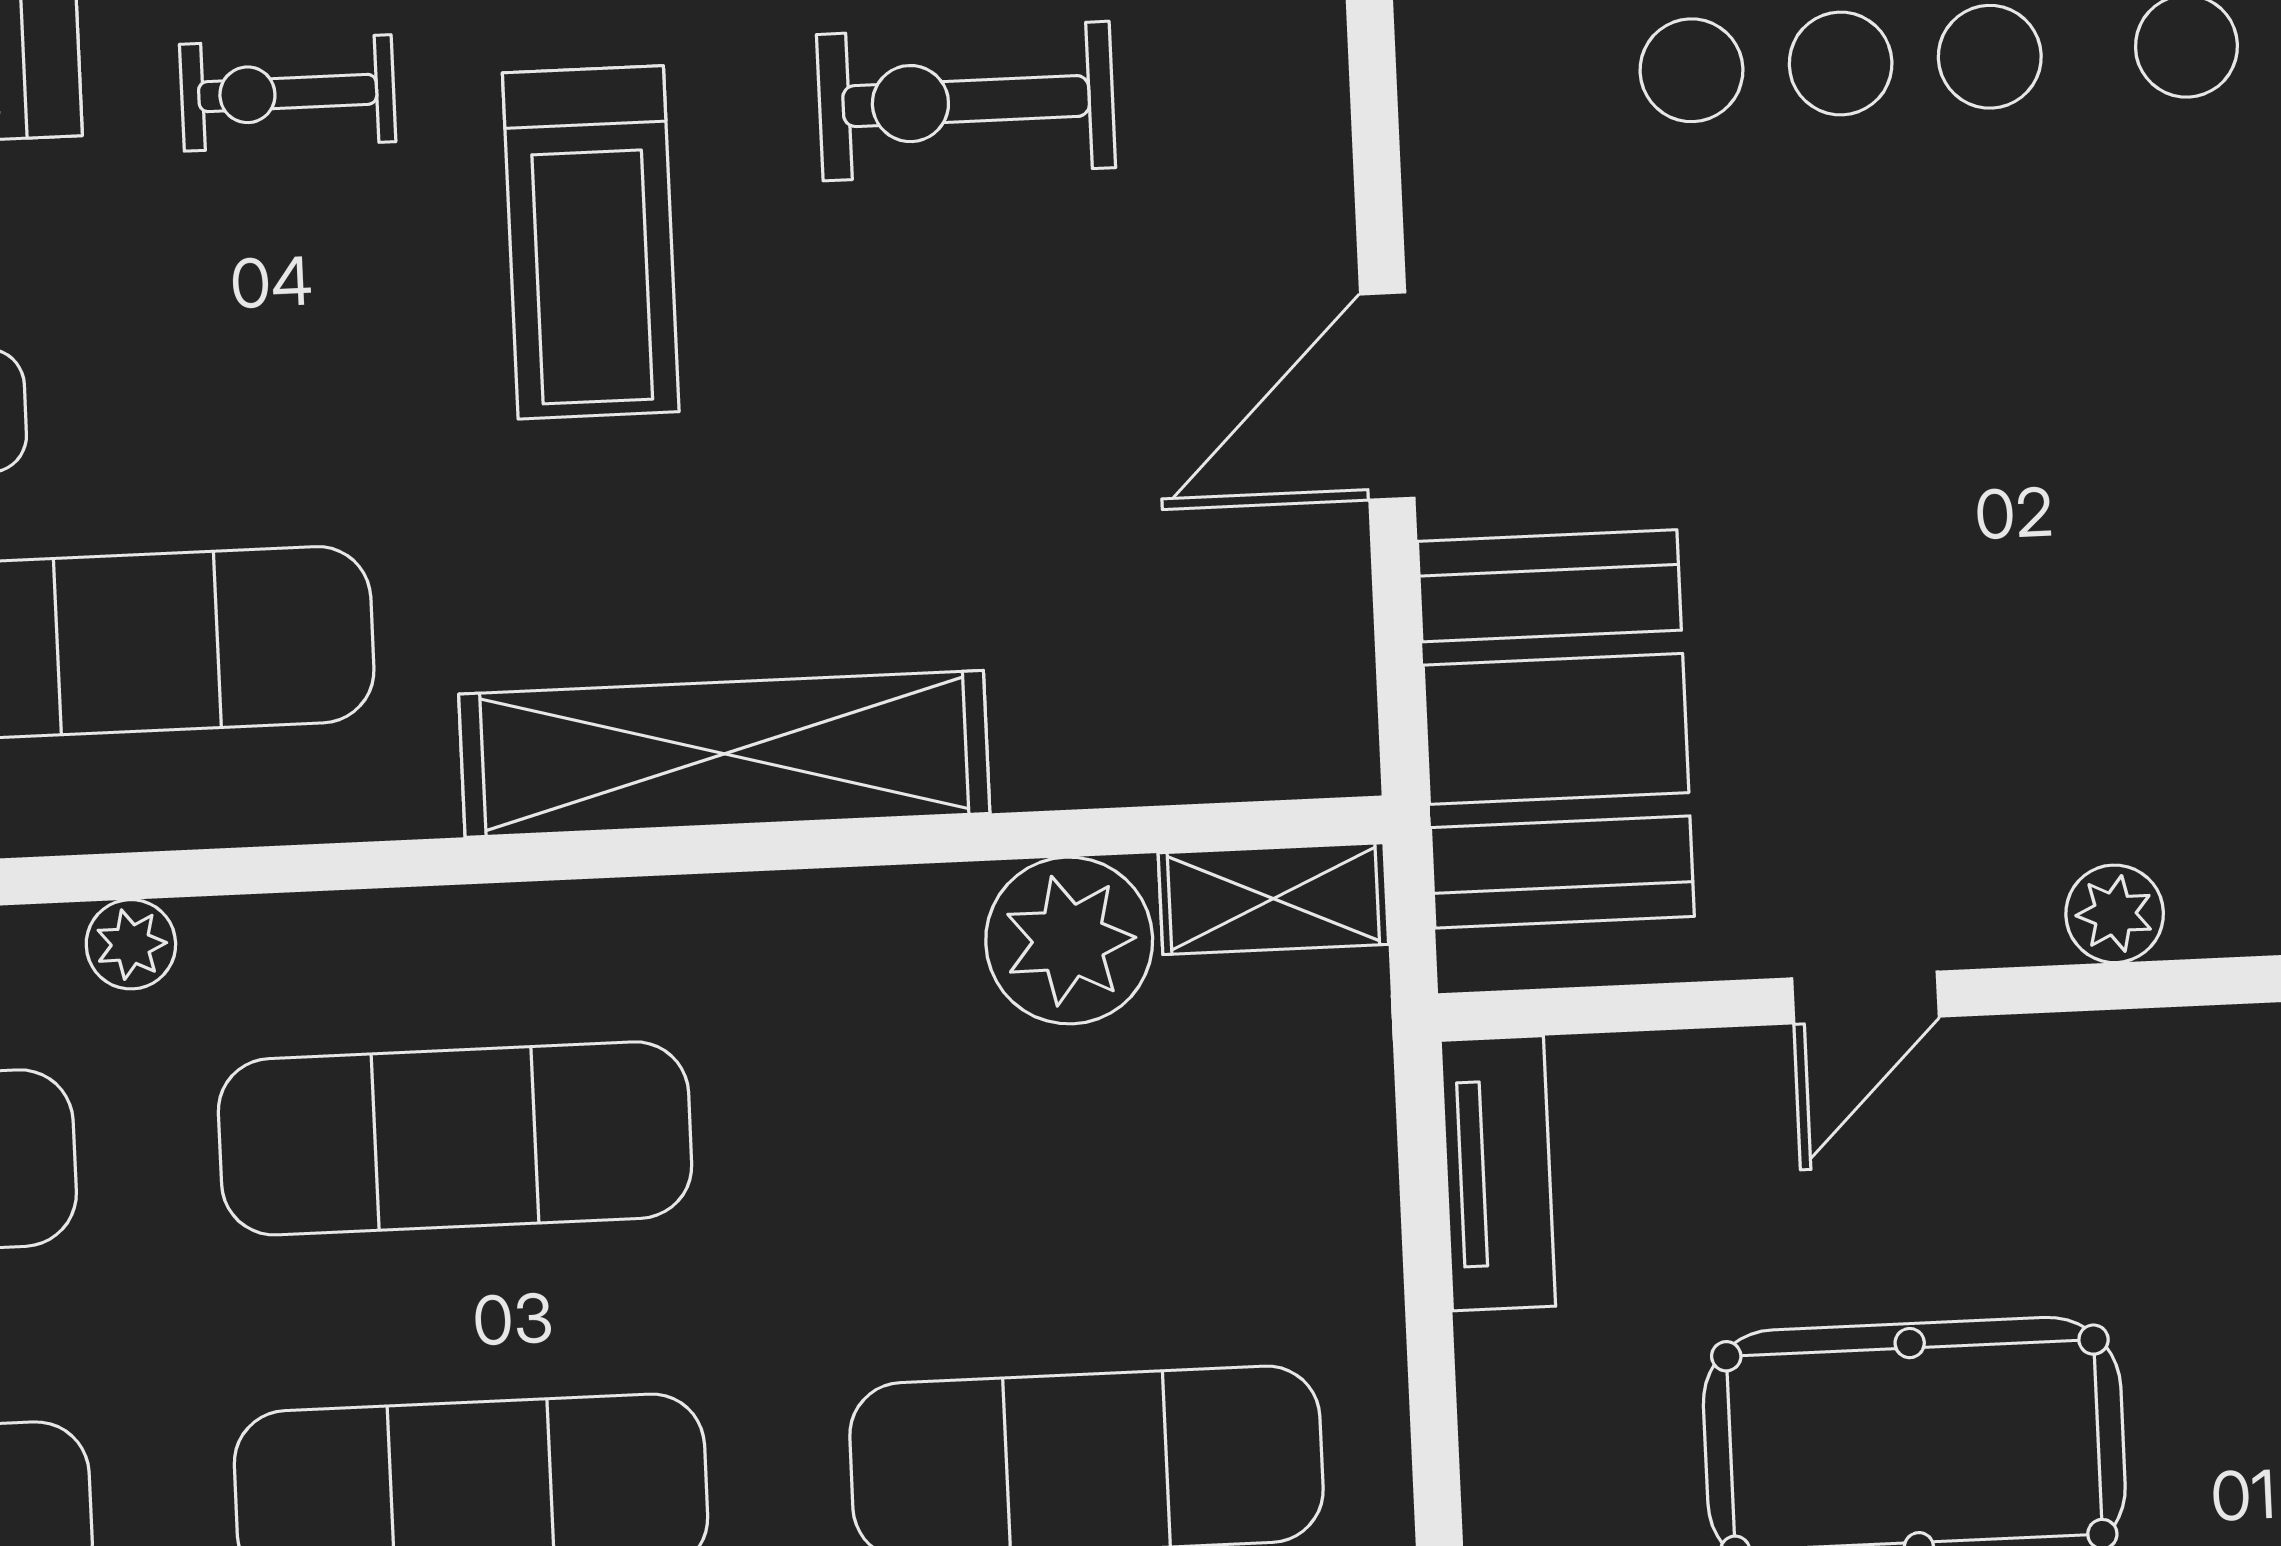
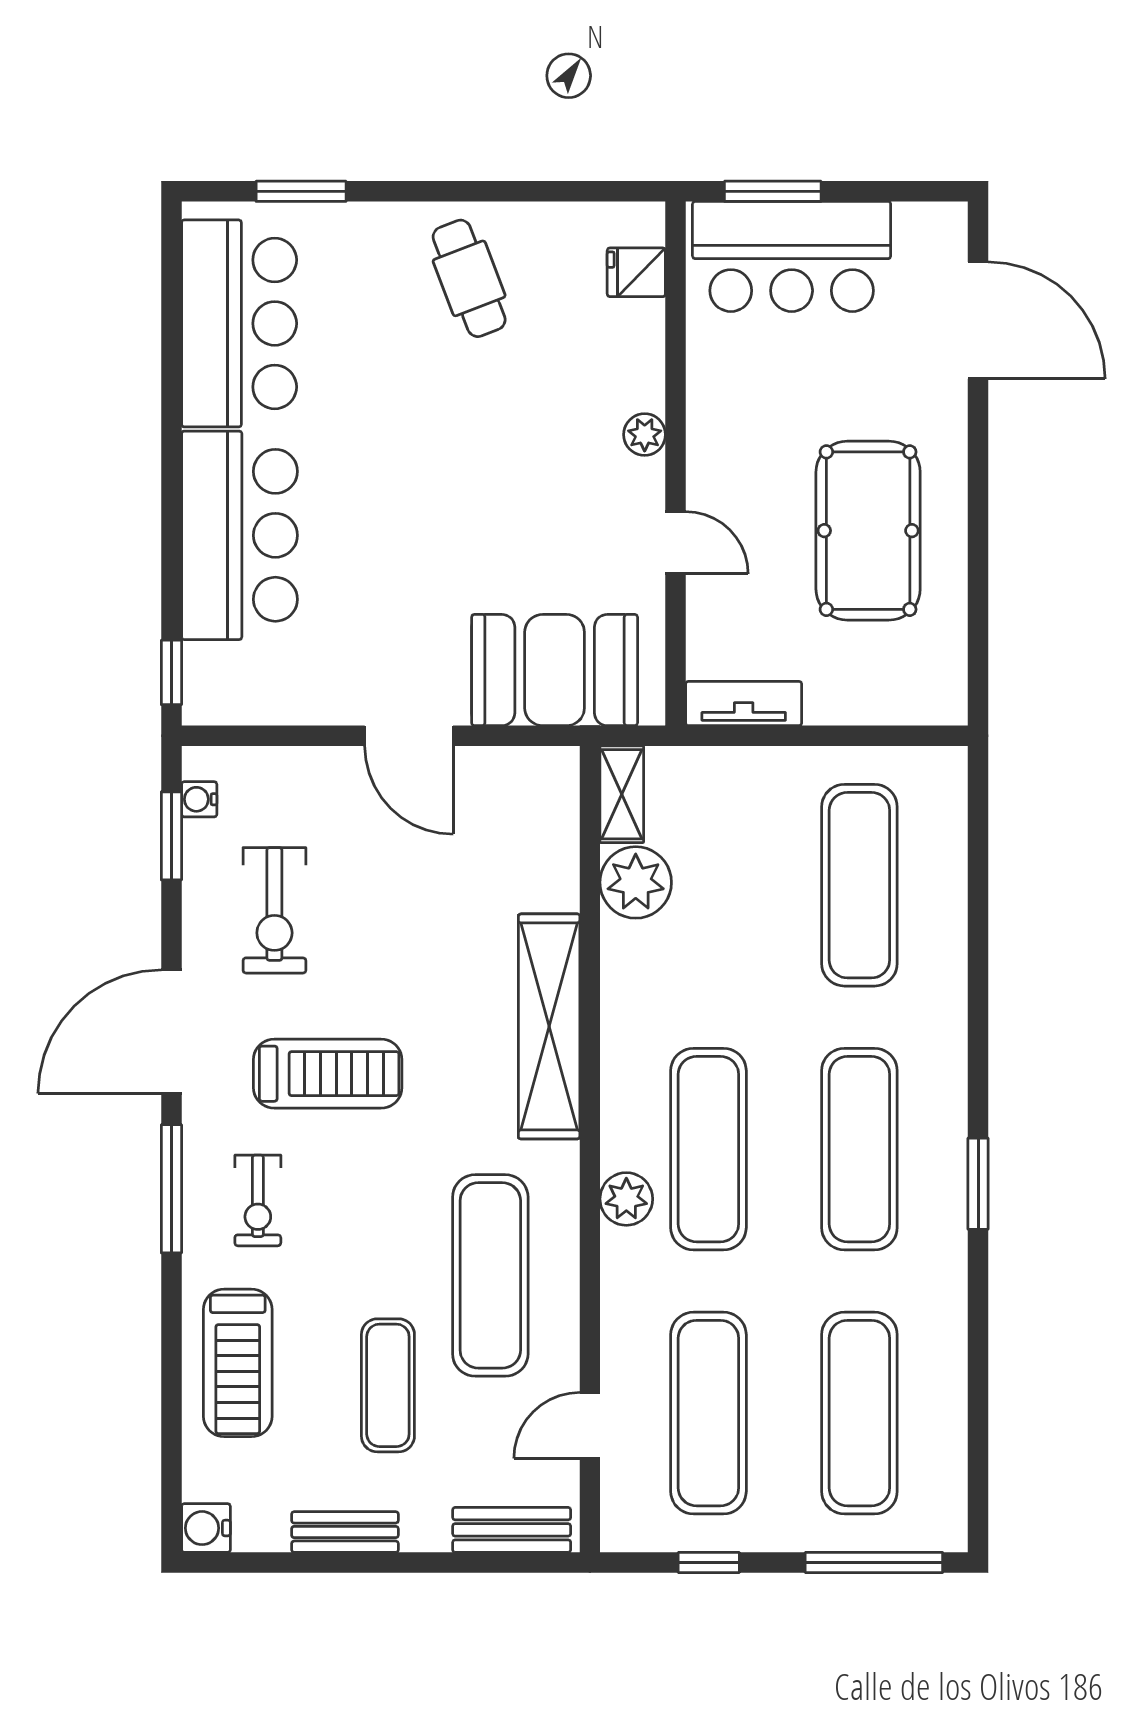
plant: (131, 944) -> (626, 1199), moved, width x1.38, depth x1.38

